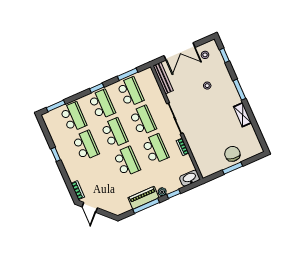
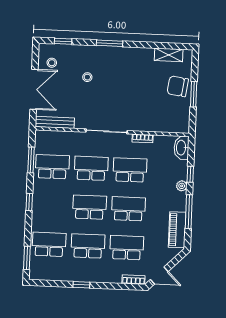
school desk: (102, 104) -> (127, 248), moved
shelving: (242, 115) -> (169, 55), moved
piano: (143, 198) -> (177, 230), moved

